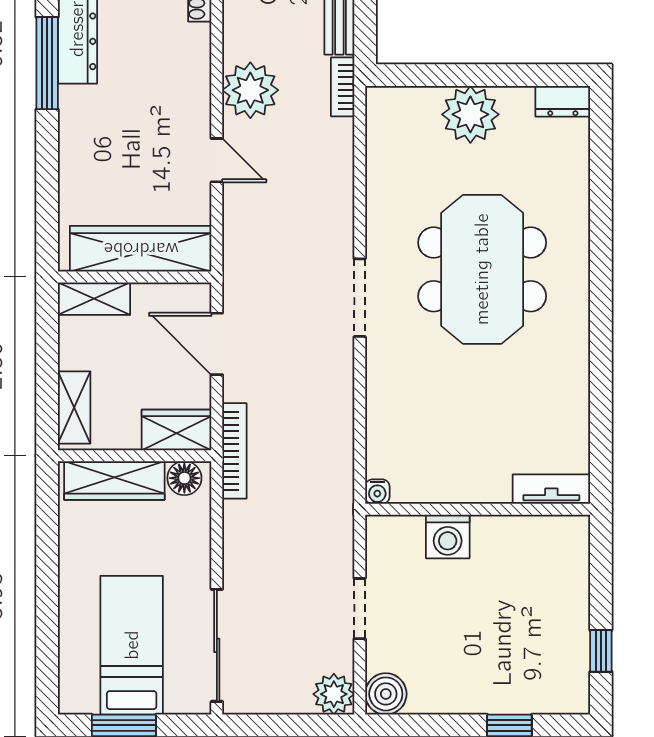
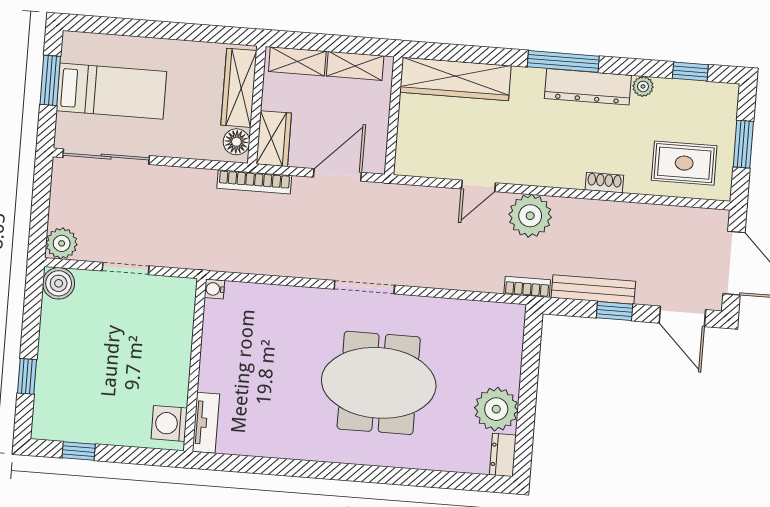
plant: (470, 114) -> (496, 409), moved
wardrobe: (141, 249) -> (455, 79), moved, turned 90
shelving: (94, 299) -> (355, 66), moved, turned 90
washing machine: (448, 536) -> (169, 423), moved

